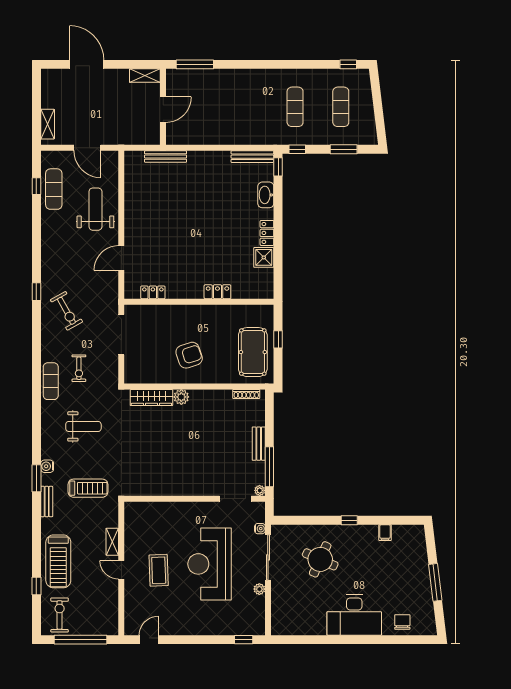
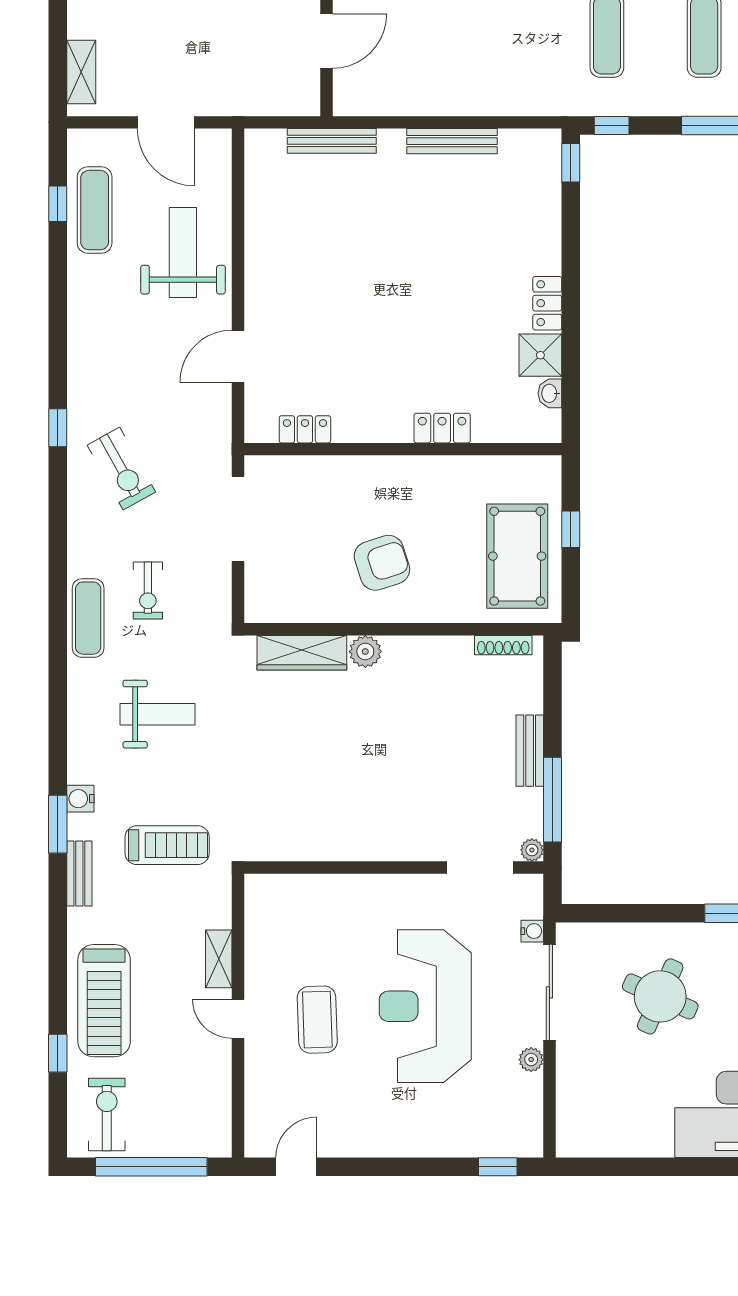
bench: (252, 157) -> (452, 141), moved
washbasin: (266, 195) -> (550, 393), moved, width x0.52, depth x0.69

